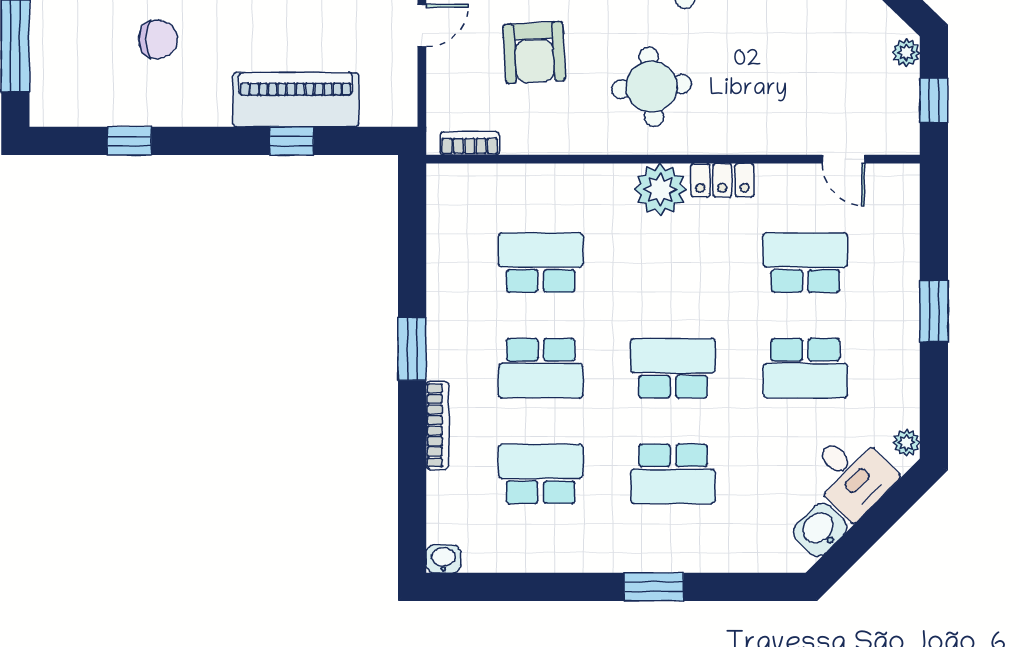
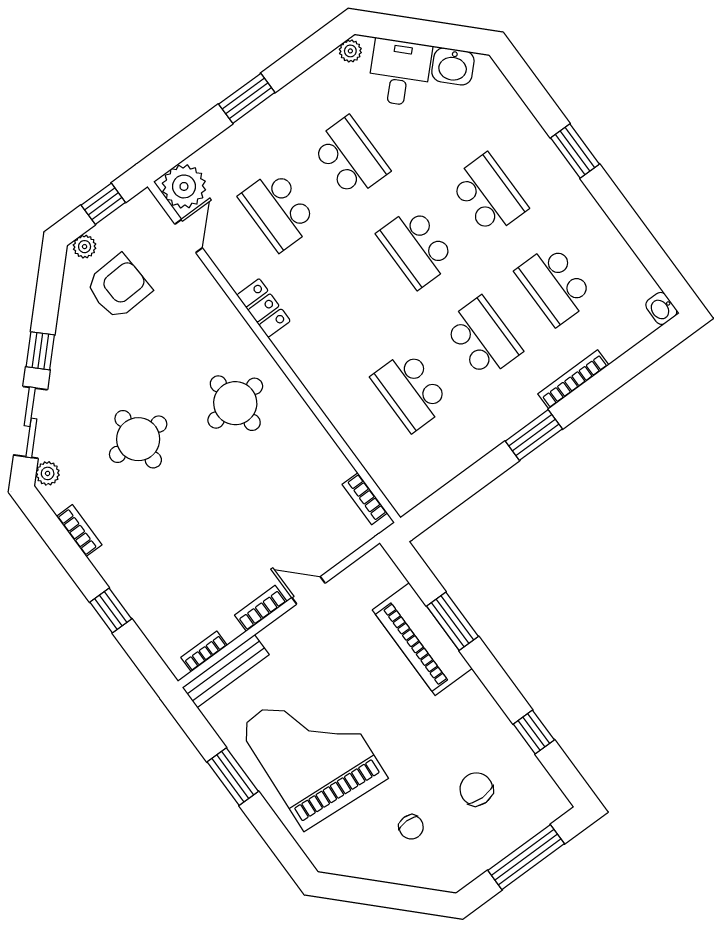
chair: (158, 39) -> (476, 789), moved
armchair: (534, 53) -> (118, 287), moved
window: (292, 141) -> (452, 621), width x1.50
plant: (660, 189) -> (184, 186), moved

